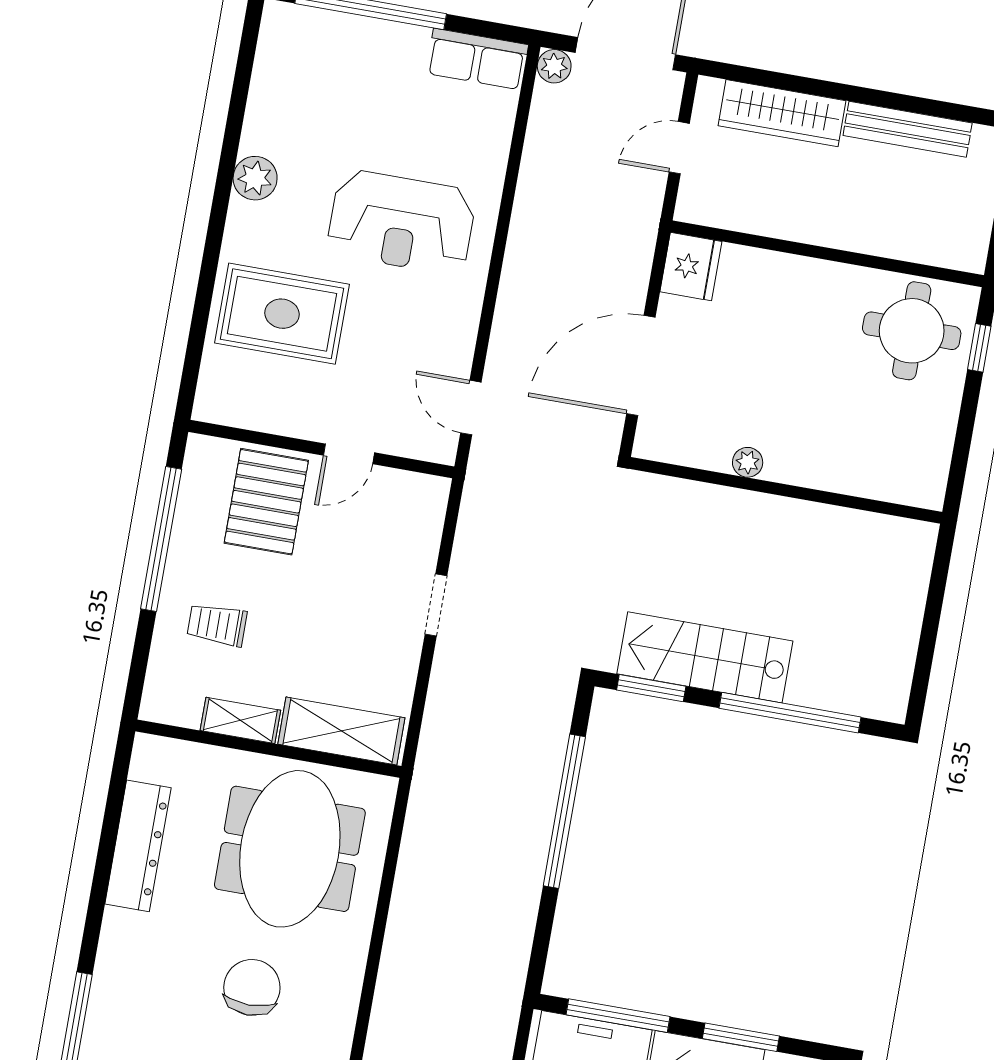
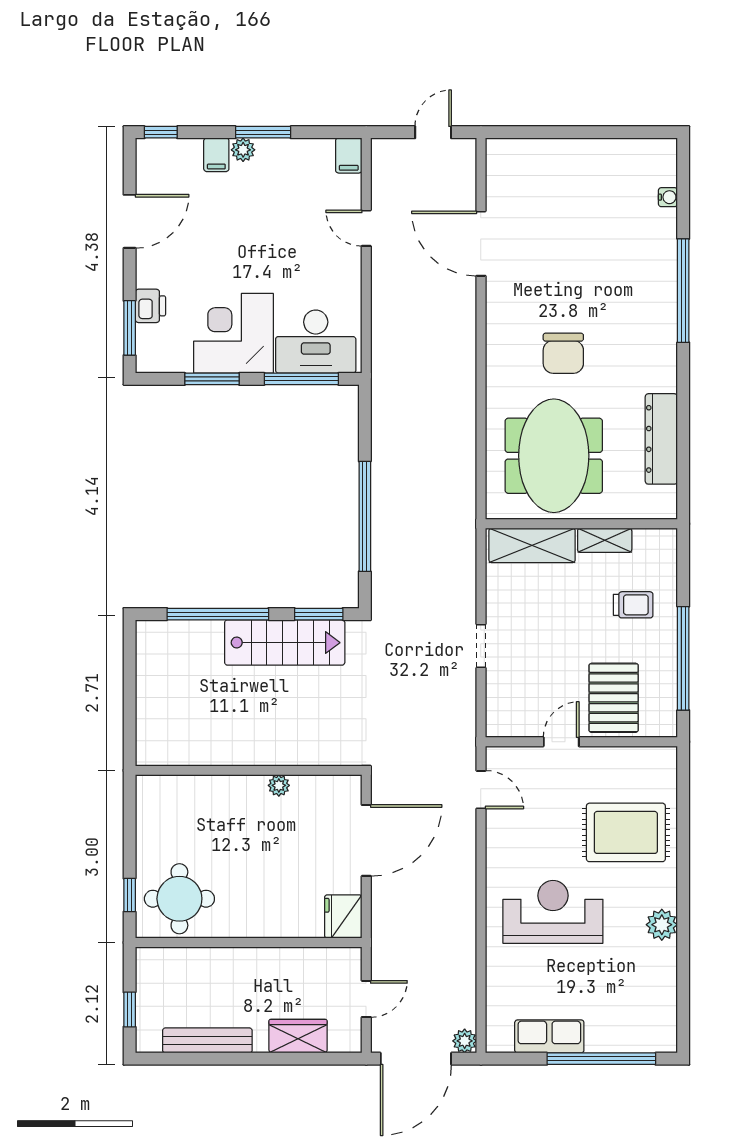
row of seats: (477, 59) -> (549, 1036), moved
wardrobe: (782, 113) -> (298, 1036), width x0.67

